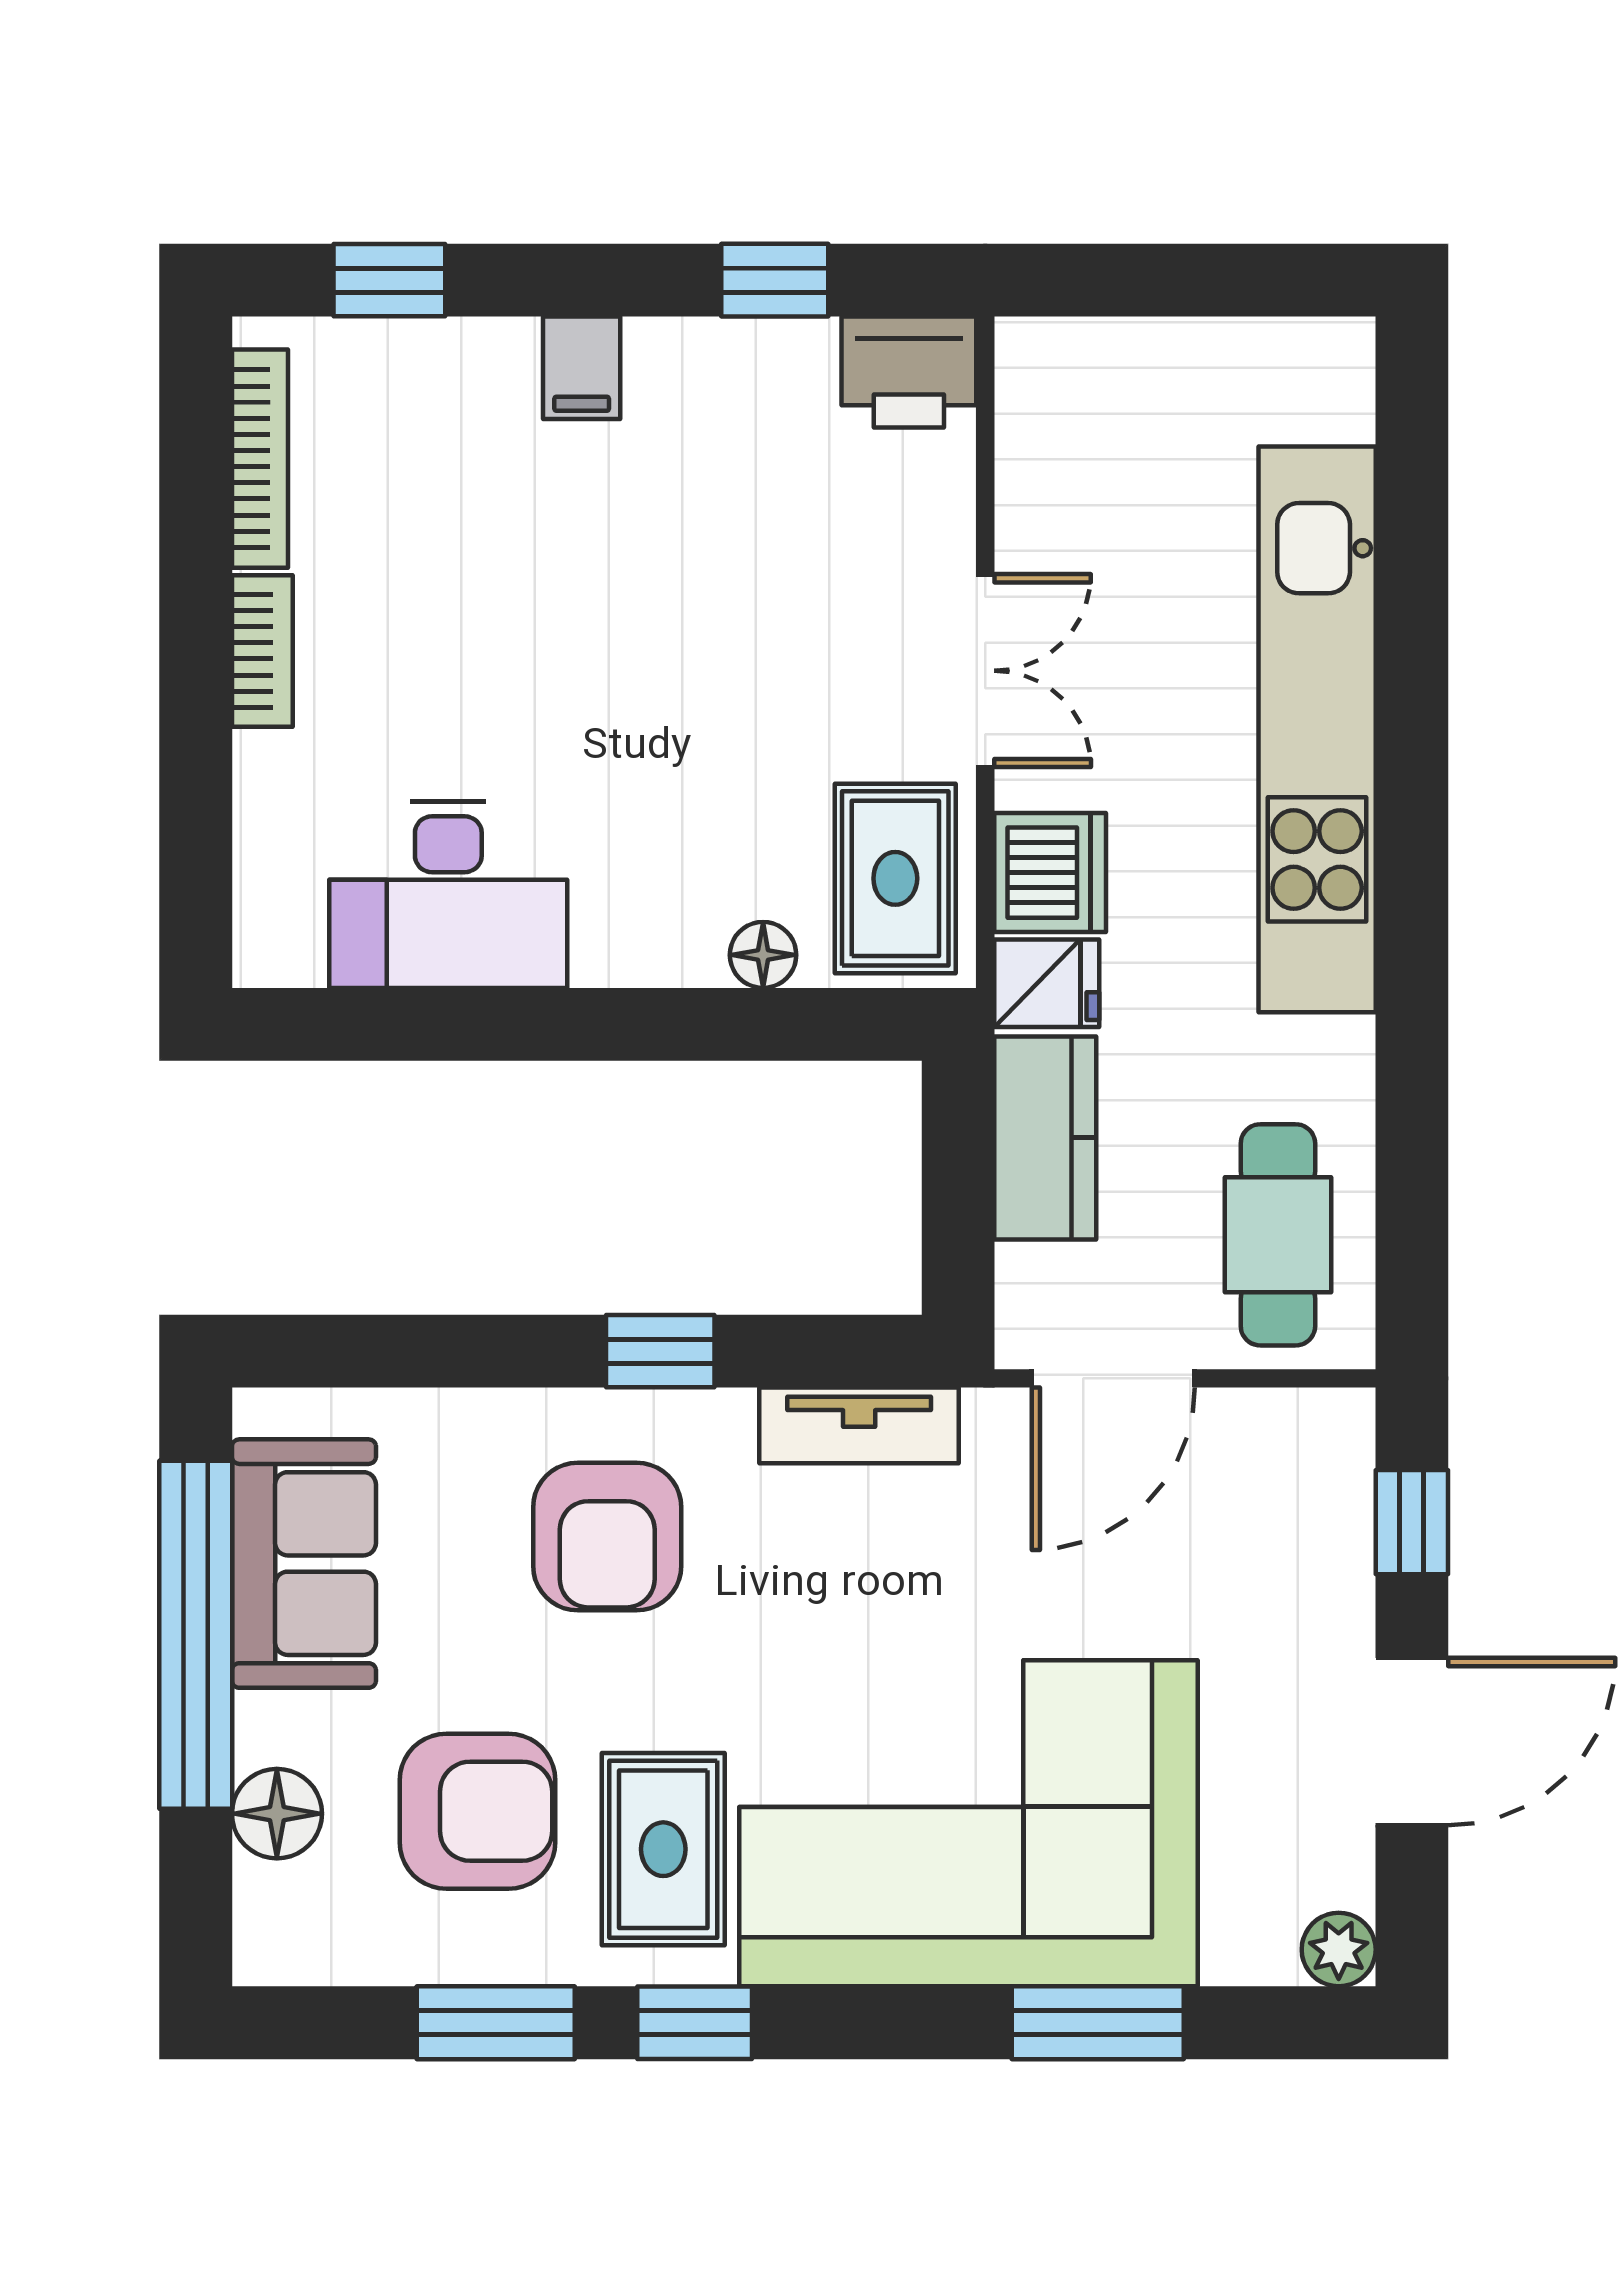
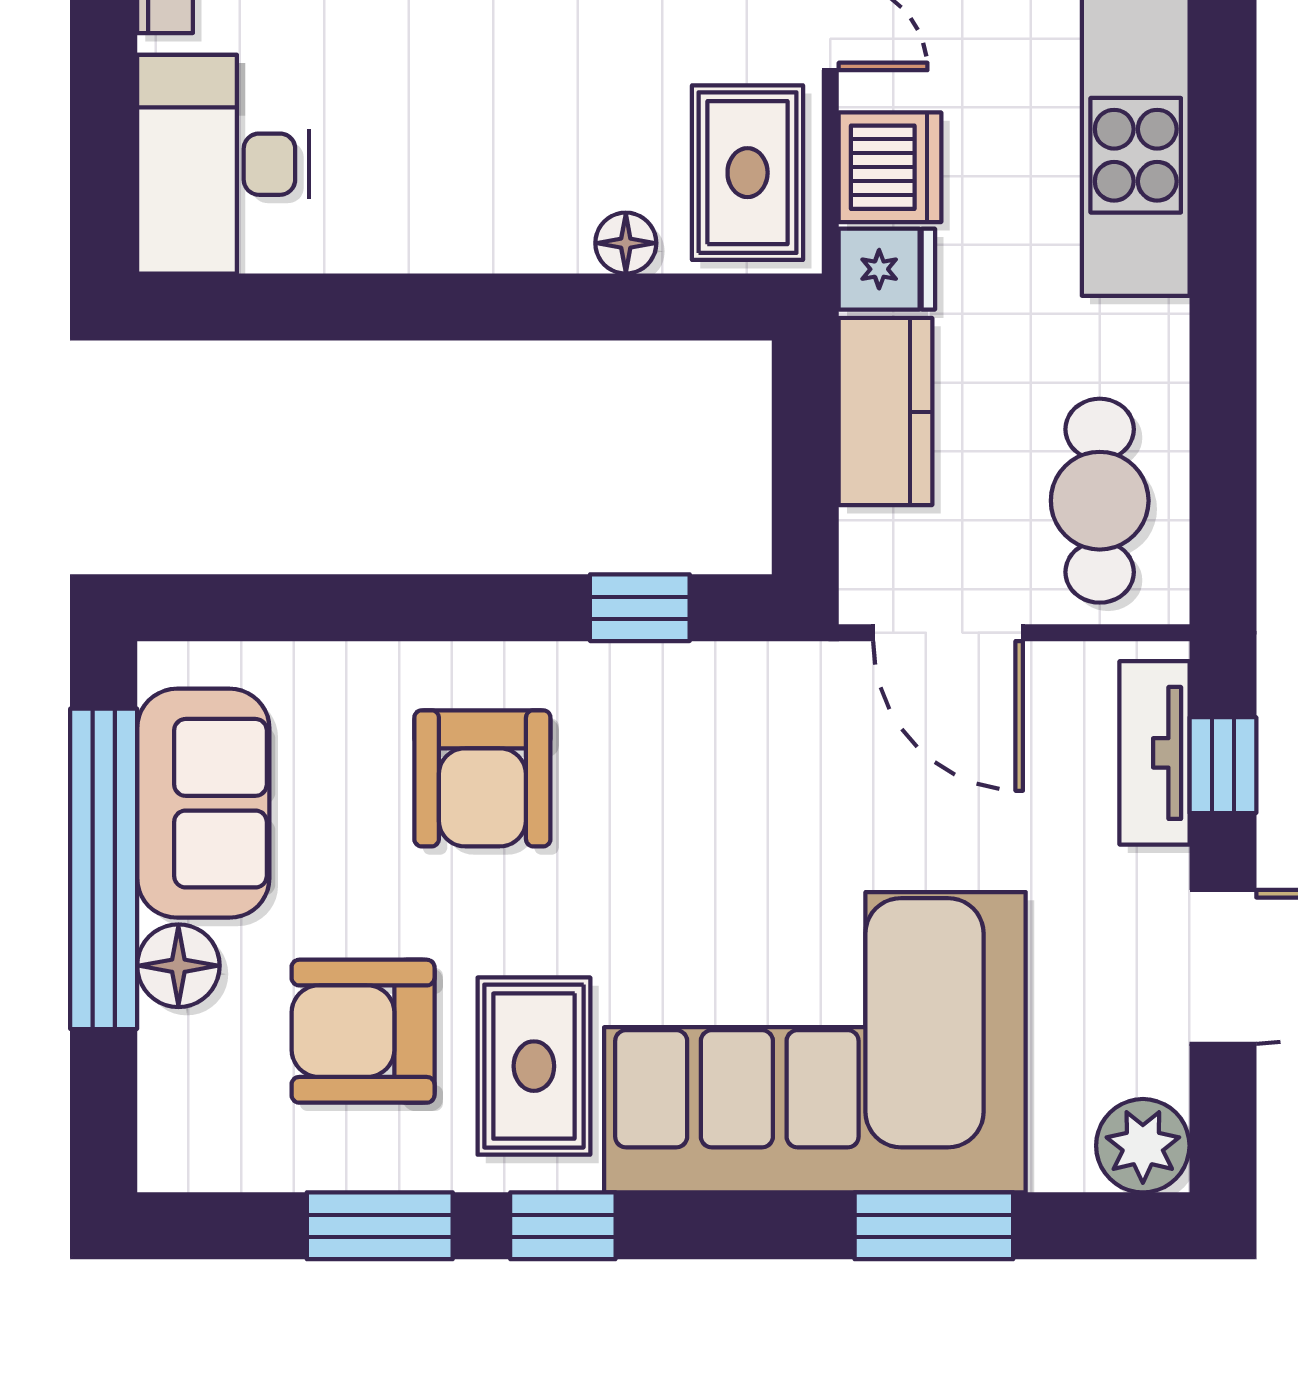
desk: (448, 895) -> (223, 164), moved, turned 90
window: (660, 1351) -> (640, 608), moved
door: (1113, 1378) -> (948, 633), hinge flipped
tv unit: (859, 1425) -> (1154, 753), moved, turned 90
armchair: (478, 1811) -> (363, 1031), turned 180
floor lamp: (277, 1814) -> (178, 966), moved
plant: (1339, 1950) -> (1143, 1146), width x1.38, depth x1.38

